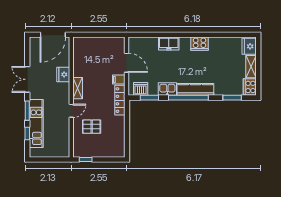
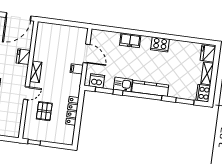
locker: (120, 100) -> (72, 111), moved
pallet: (92, 127) -> (44, 111), turned 90

